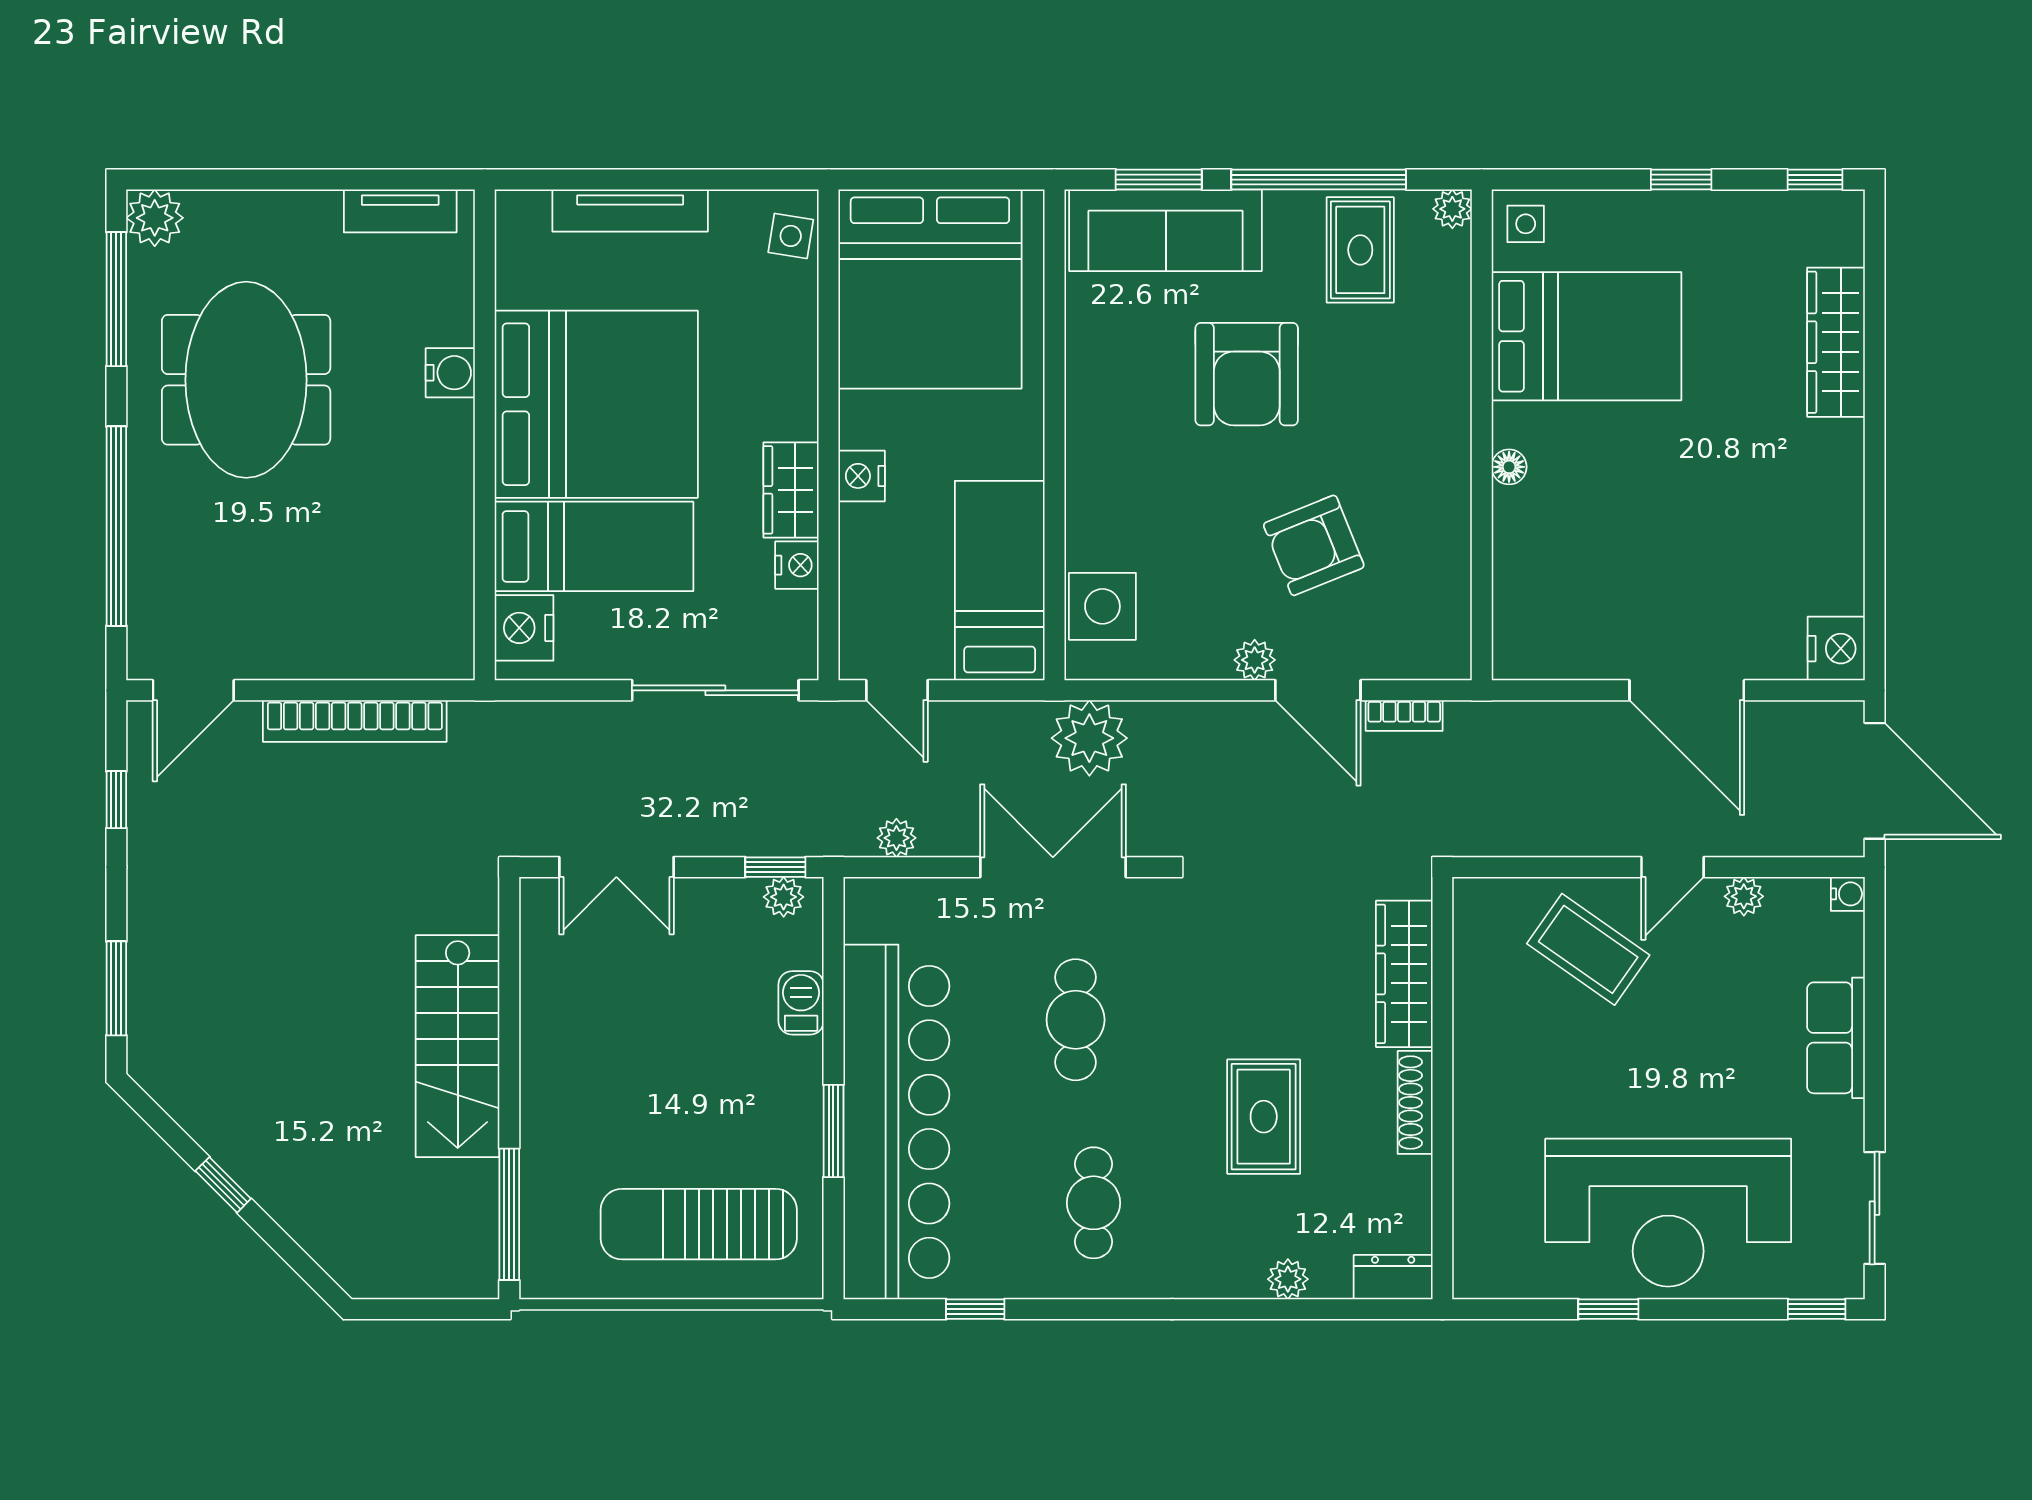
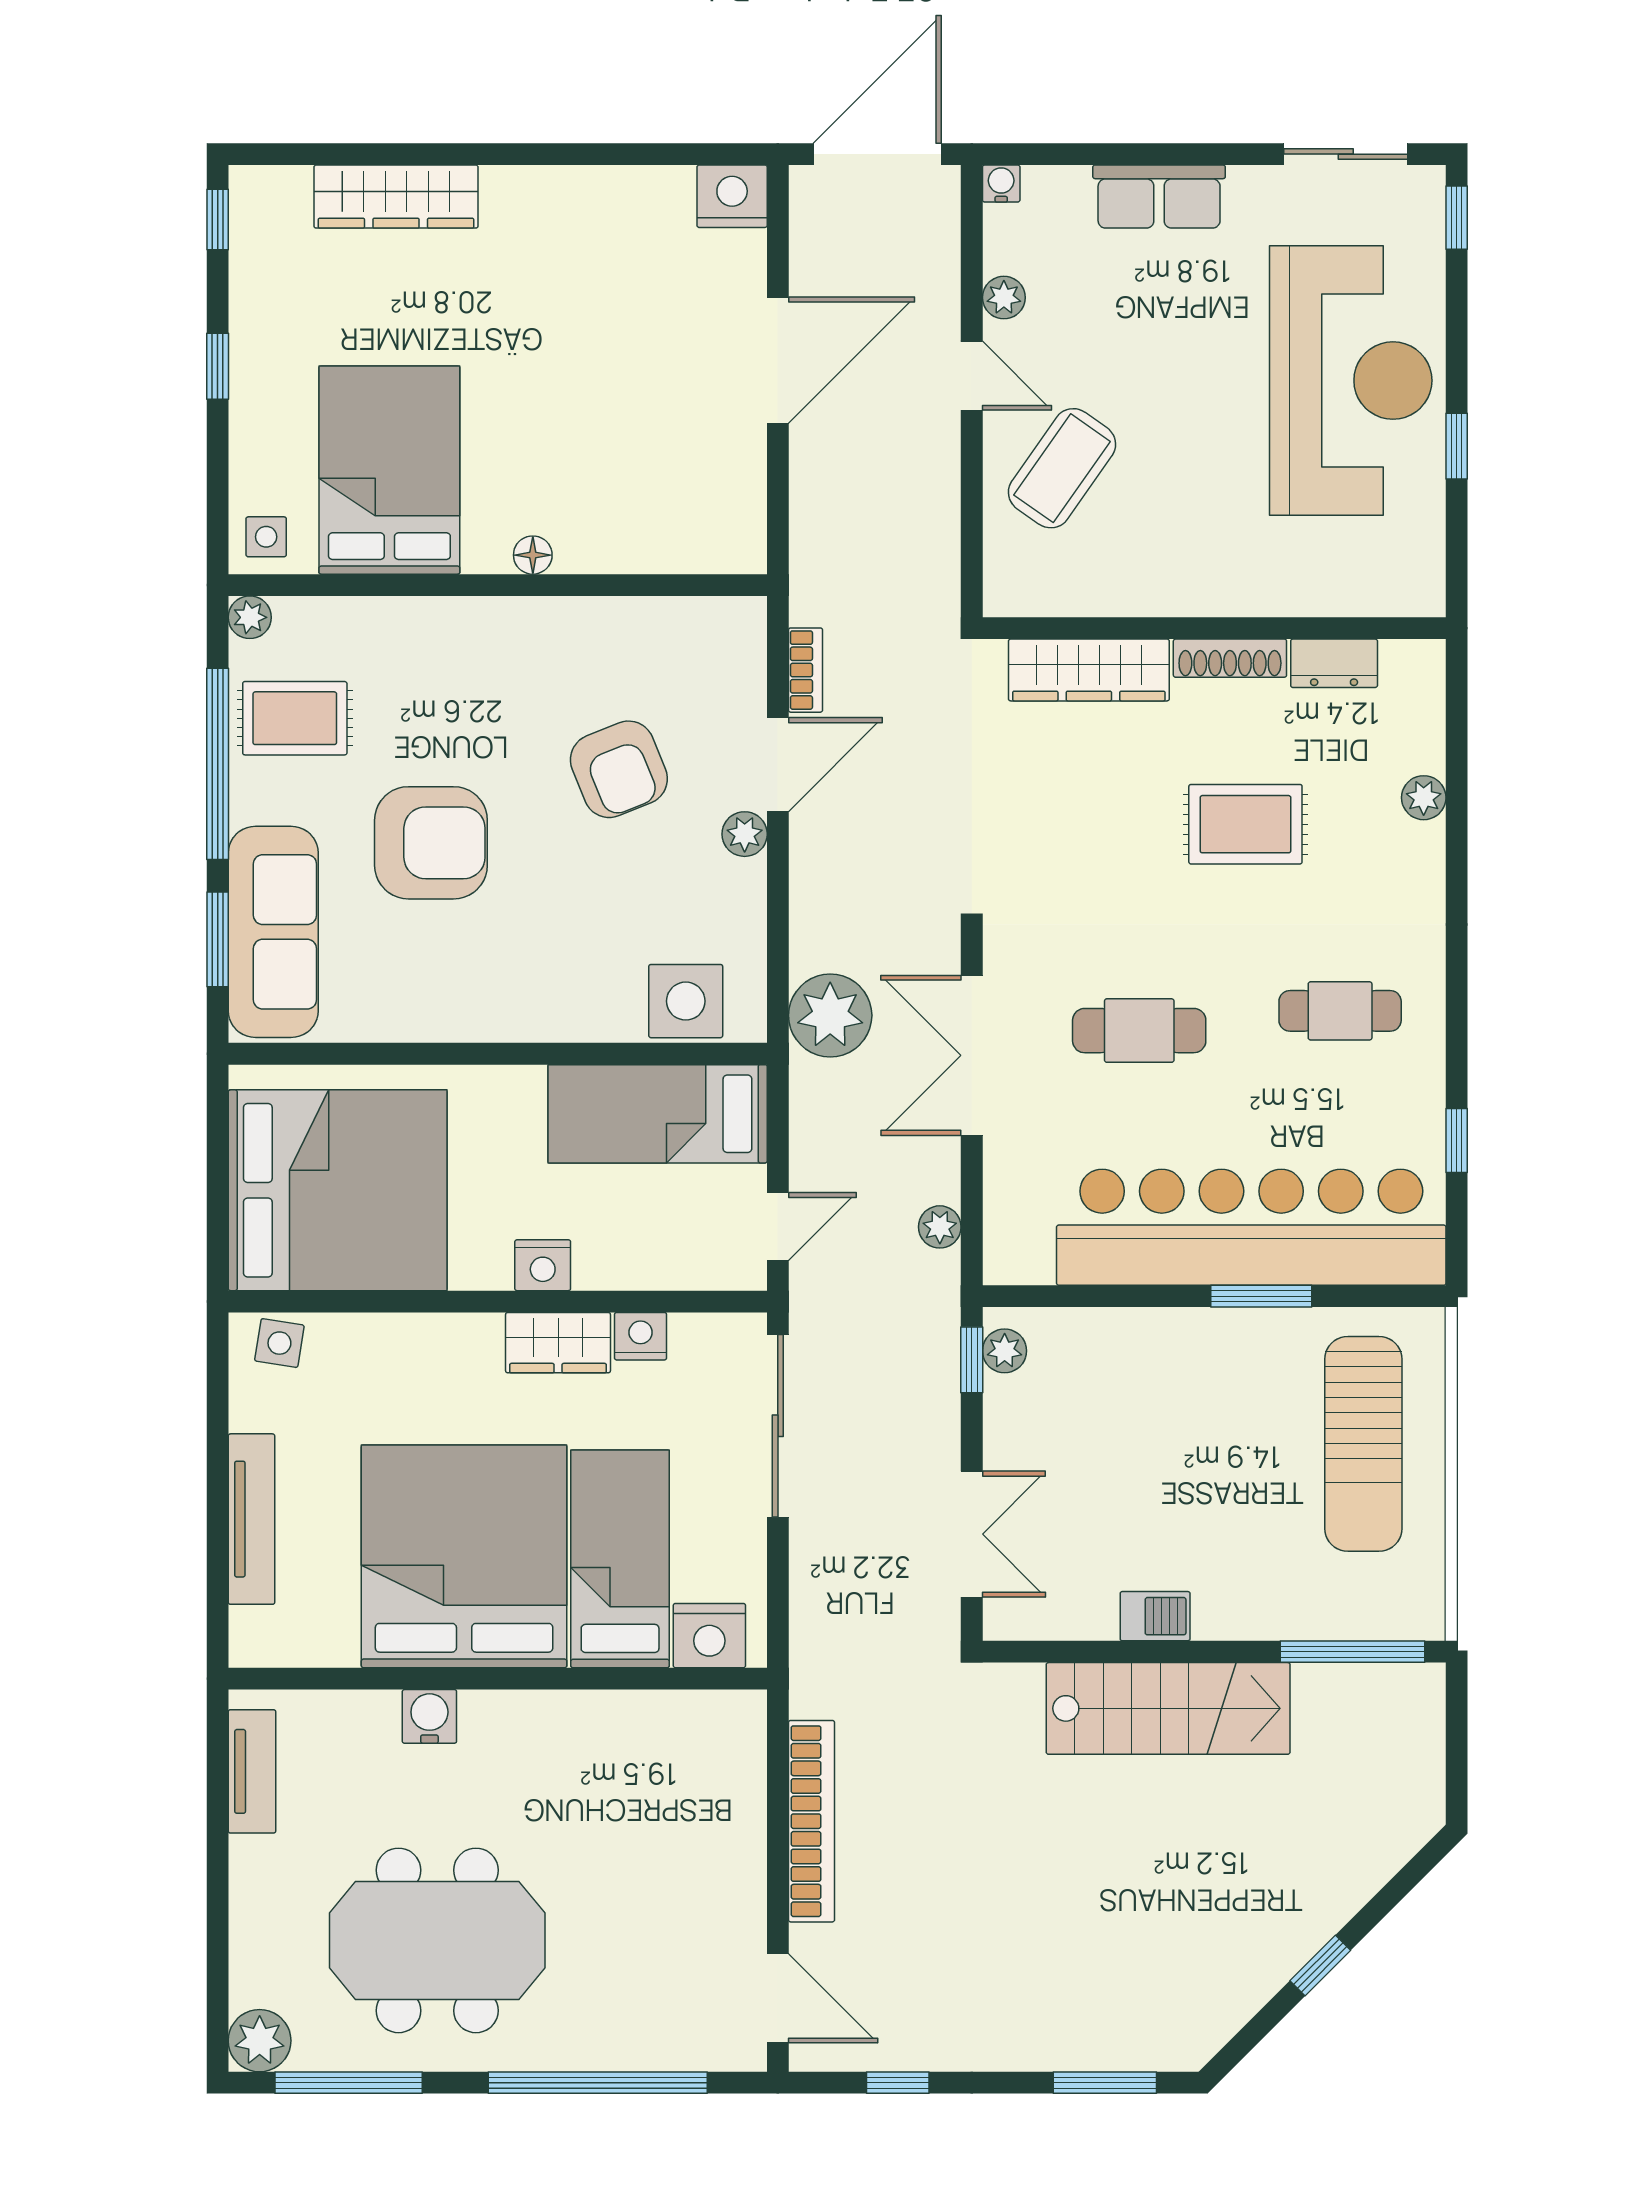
barbecue: (801, 1003) -> (1155, 1616), moved, turned 180
dresser: (1393, 1277) -> (1334, 663), moved, turned -90

